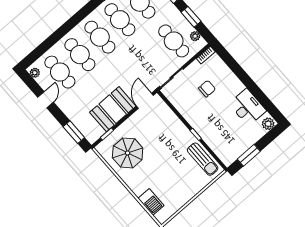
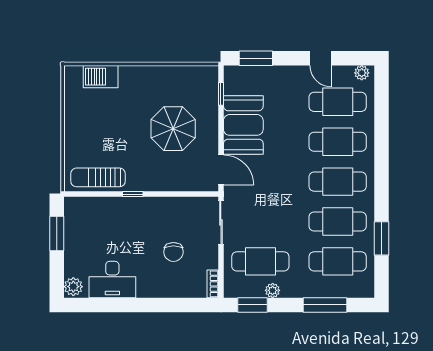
window: (191, 17) -> (252, 305), moved
plant: (195, 36) -> (273, 290), moved
parasol: (128, 153) -> (173, 129), moved

